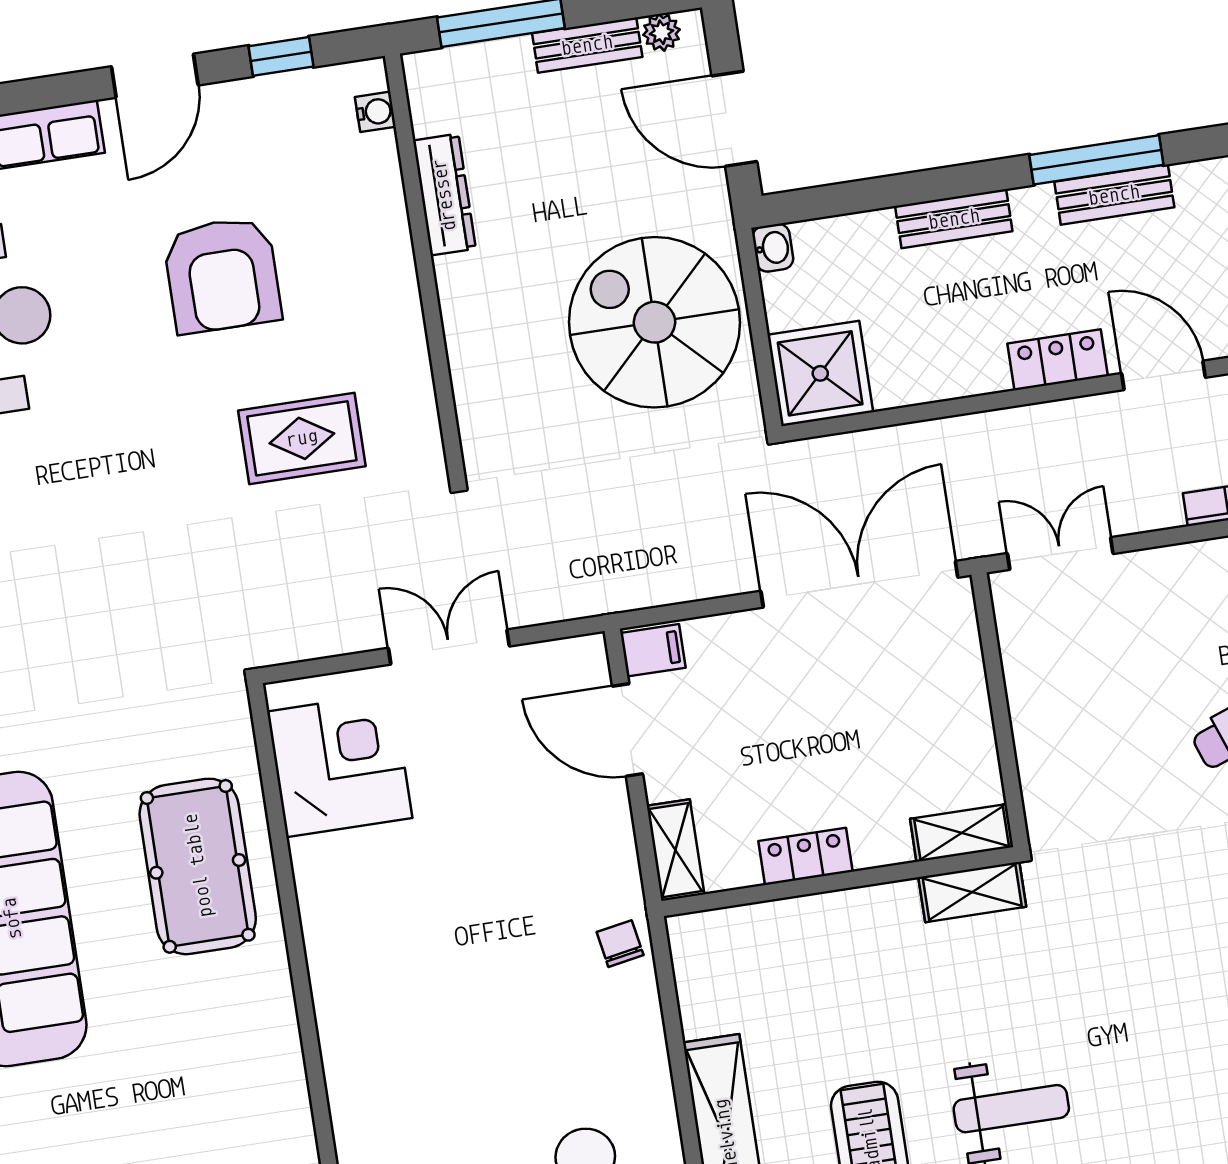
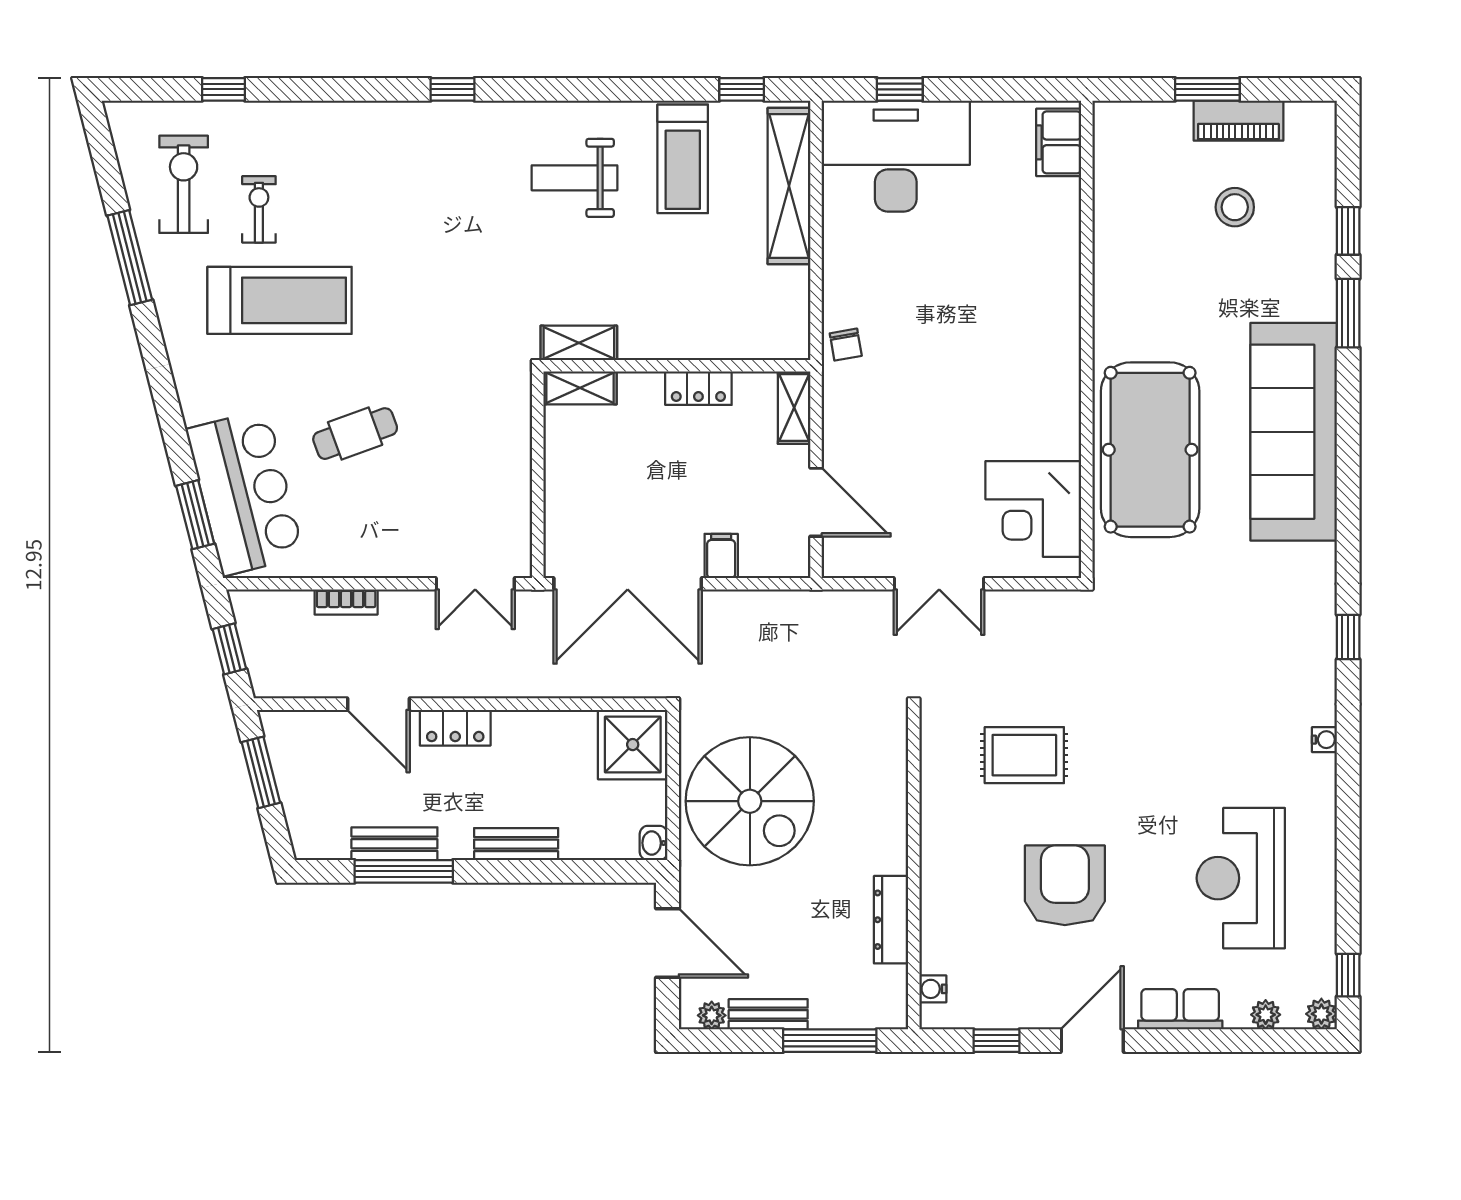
filing cabinet: (653, 650) -> (721, 556), moved, turned 90
pool table: (198, 866) -> (1150, 450), width x1.36, depth x1.32

